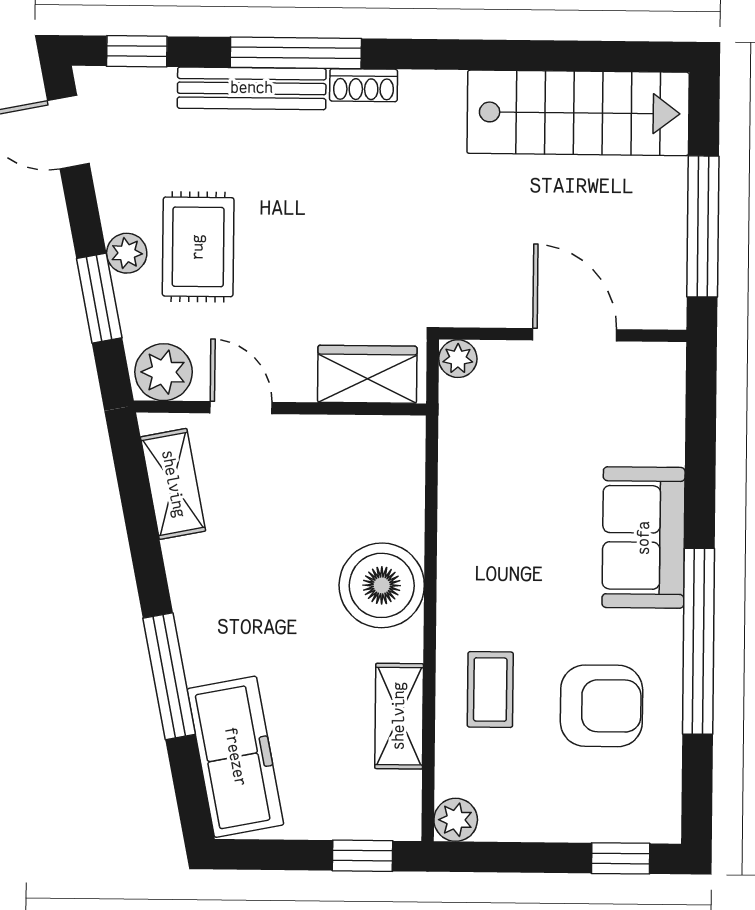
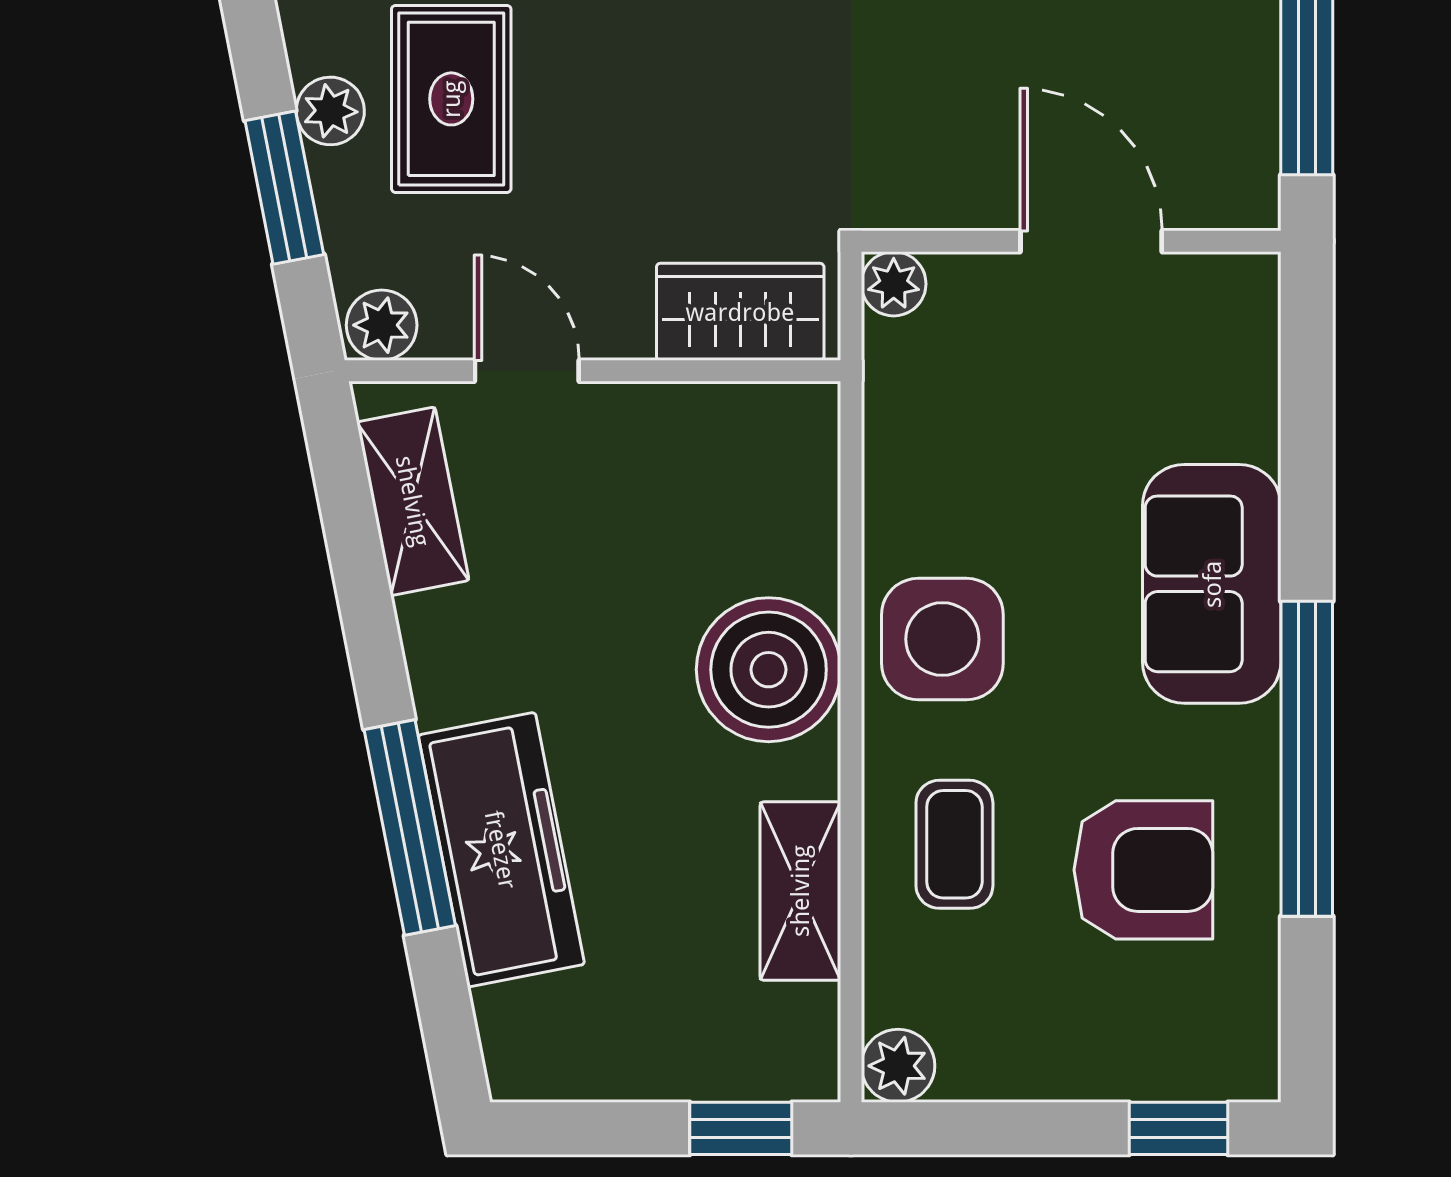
plant: (164, 372) -> (382, 325), width x0.73, depth x0.73
side table: (484, 568) -> (942, 639), added
freezer: (235, 757) -> (501, 850), moved

